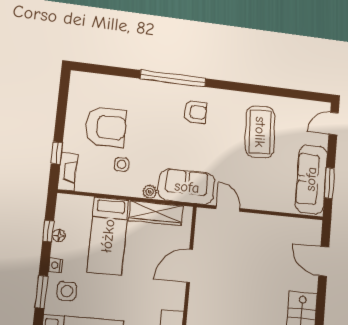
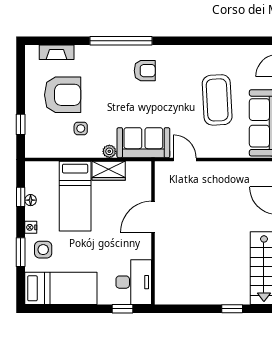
coffee table: (260, 132) -> (217, 100), moved
fireplace: (68, 172) -> (57, 52), moved, turned 90
wardrobe: (156, 213) -> (109, 171), width x0.67

